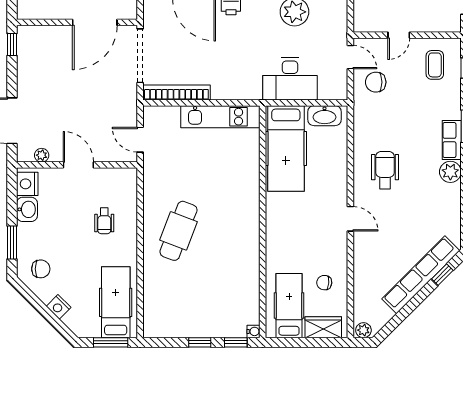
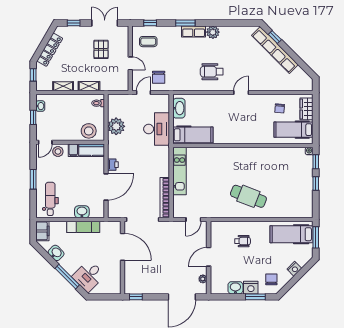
hospital bed: (286, 148) -> (193, 135), width x0.73, depth x0.78
nightstand: (27, 184) -> (251, 288), moved
plant: (363, 330) -> (308, 85), removed

